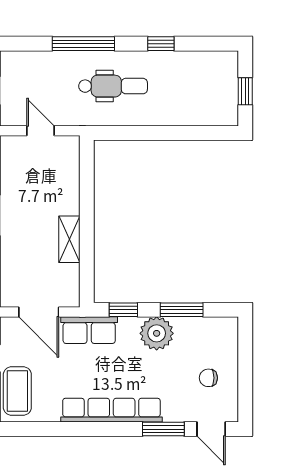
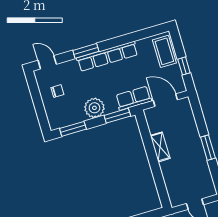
window: (123, 310) -> (117, 116), width x1.50
window: (182, 310) -> (73, 129), moved
window: (163, 429) -> (86, 51), moved

